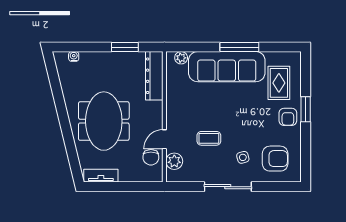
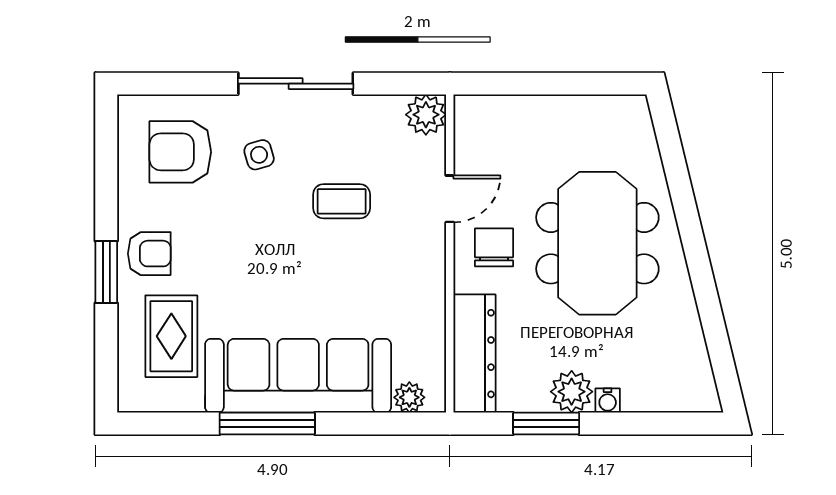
water cooler: (74, 56) -> (608, 401), moved
plant: (114, 60) -> (572, 392), added
armchair: (288, 117) -> (149, 254), turned 90
chair: (151, 157) -> (494, 247), moved
plant: (174, 161) -> (426, 115), moved
tv unit: (101, 176) -> (604, 110), removed

